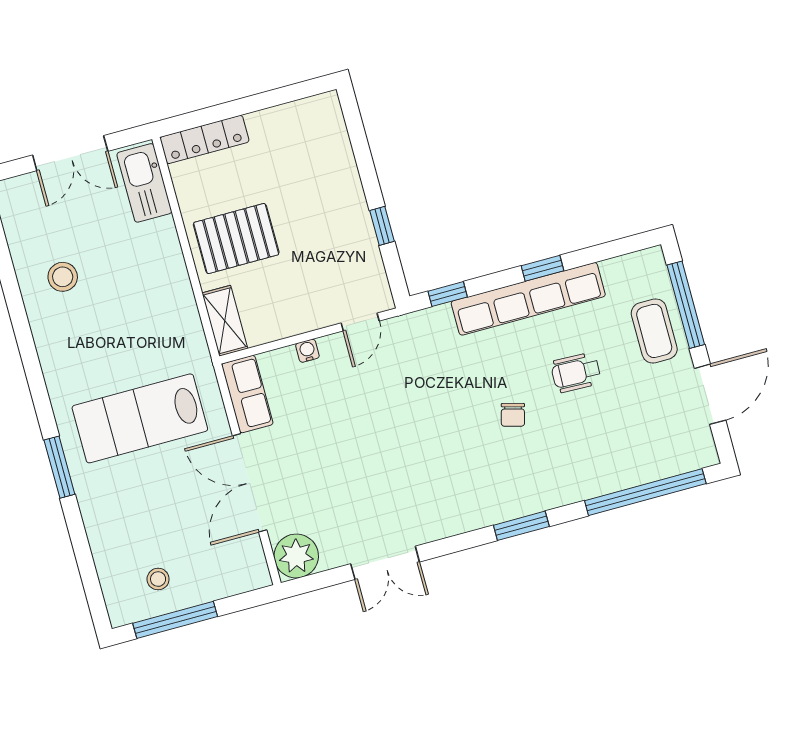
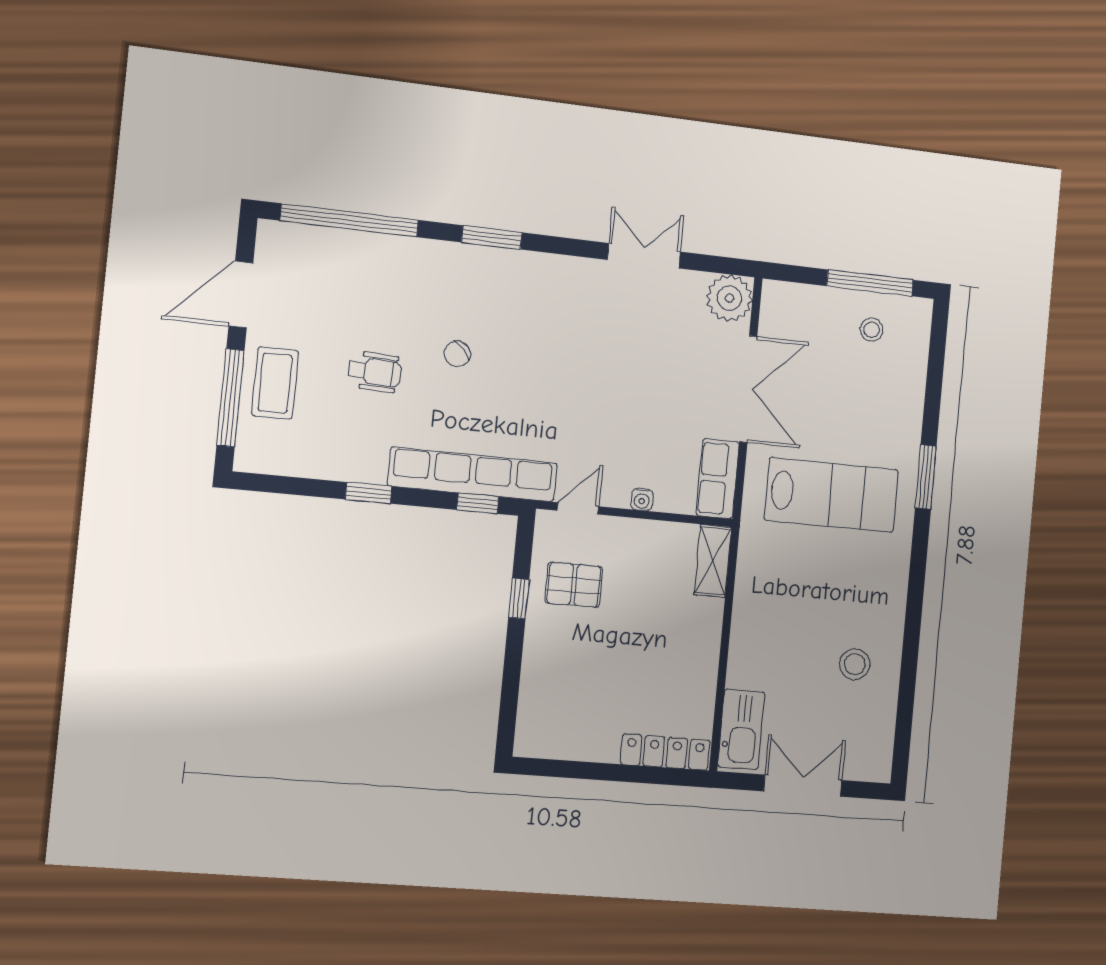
pallet: (236, 239) -> (574, 585), moved, width x0.67, depth x0.71
row of seats: (528, 299) -> (473, 474), moved
chair: (513, 415) -> (457, 354), turned -148

